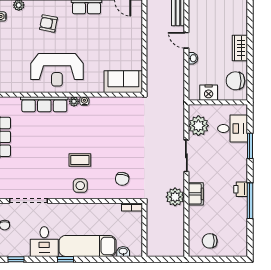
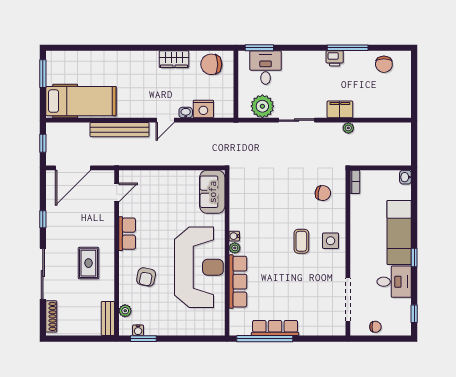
reception desk: (57, 70) -> (199, 267), width x1.36, depth x1.30
chair: (235, 81) -> (211, 64), turned 90
nightstand: (209, 93) -> (203, 109), moved, turned 90
window: (250, 146) -> (259, 48), moved
plant: (175, 197) -> (348, 128), width x0.53, depth x0.53
chair: (210, 241) -> (384, 64), moved
washbasin: (123, 251) -> (405, 177), moved

